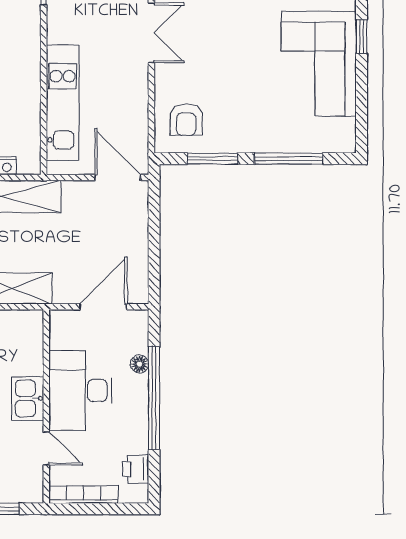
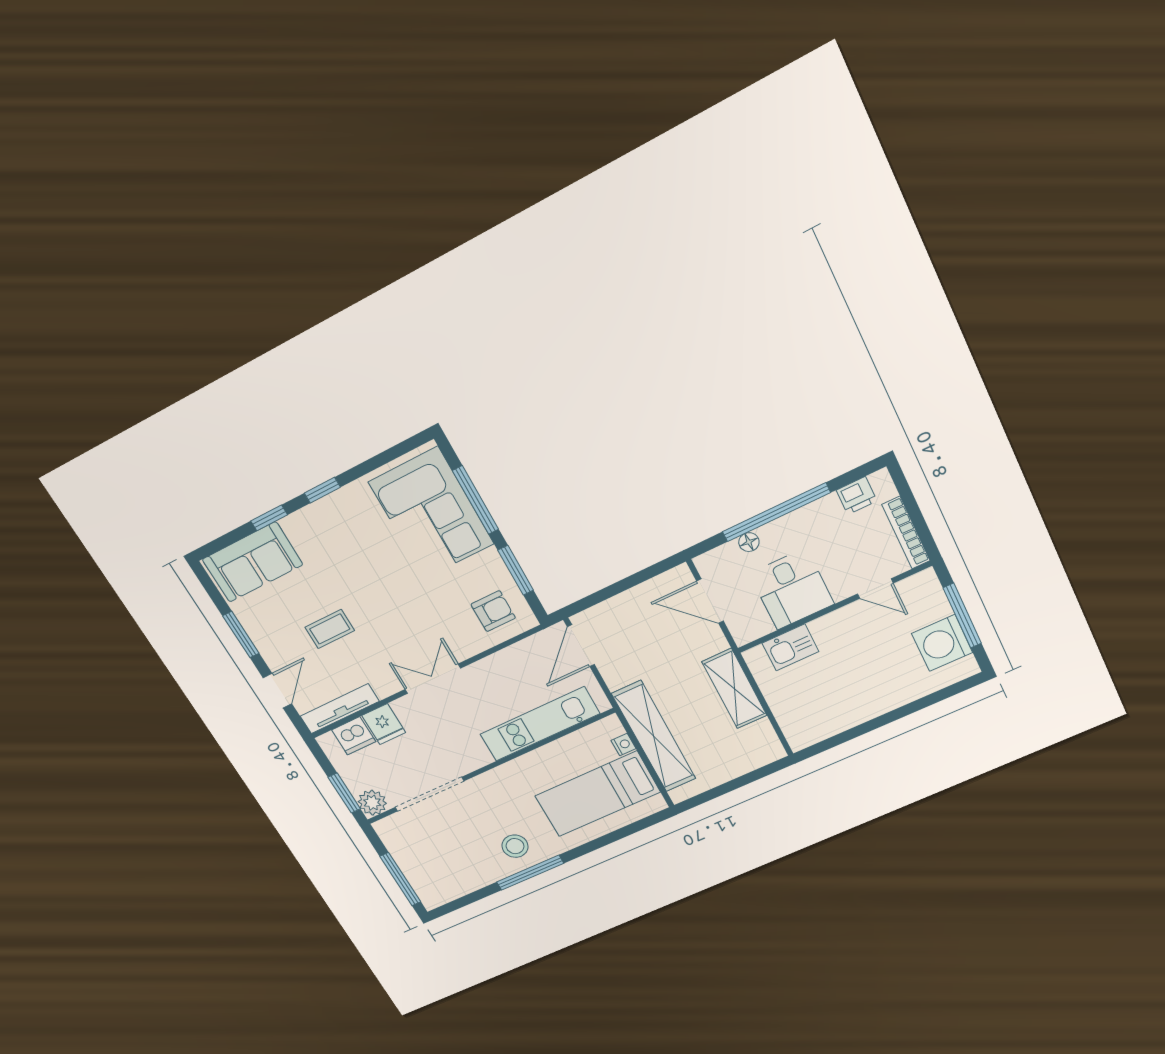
corner sofa: (319, 64) -> (431, 513), moved, turned 90
desk: (80, 390) -> (792, 589), width x0.73
kitchen sink: (28, 398) -> (790, 647), moved
door: (46, 448) -> (875, 588), swing flipped

